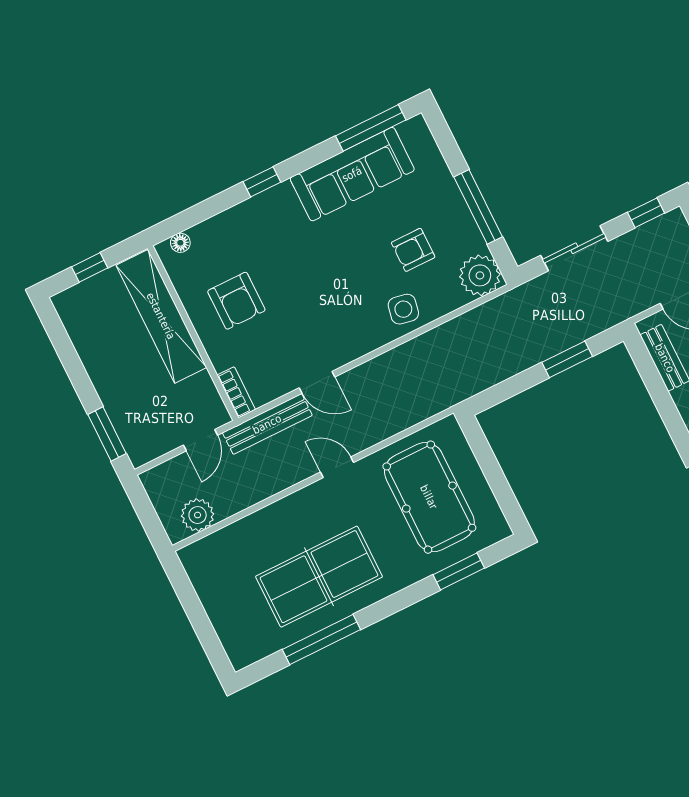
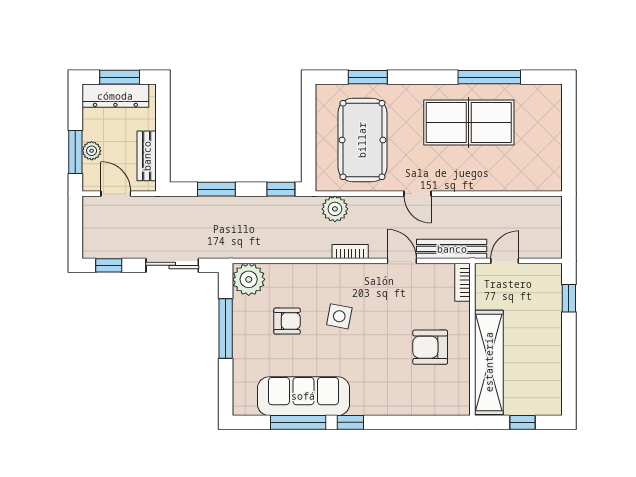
window: (371, 128) -> (298, 422), moved
window: (262, 182) -> (350, 422), moved
floor lamp: (180, 243) -> (450, 408), removed
armchair: (236, 301) -> (430, 347), turned -90
side table: (403, 309) -> (339, 316), moved
bookcase: (381, 364) -> (350, 252), added
window: (494, 396) -> (281, 189), added
window: (107, 434) -> (569, 298), width x0.67
plant: (198, 515) -> (335, 209), moved

